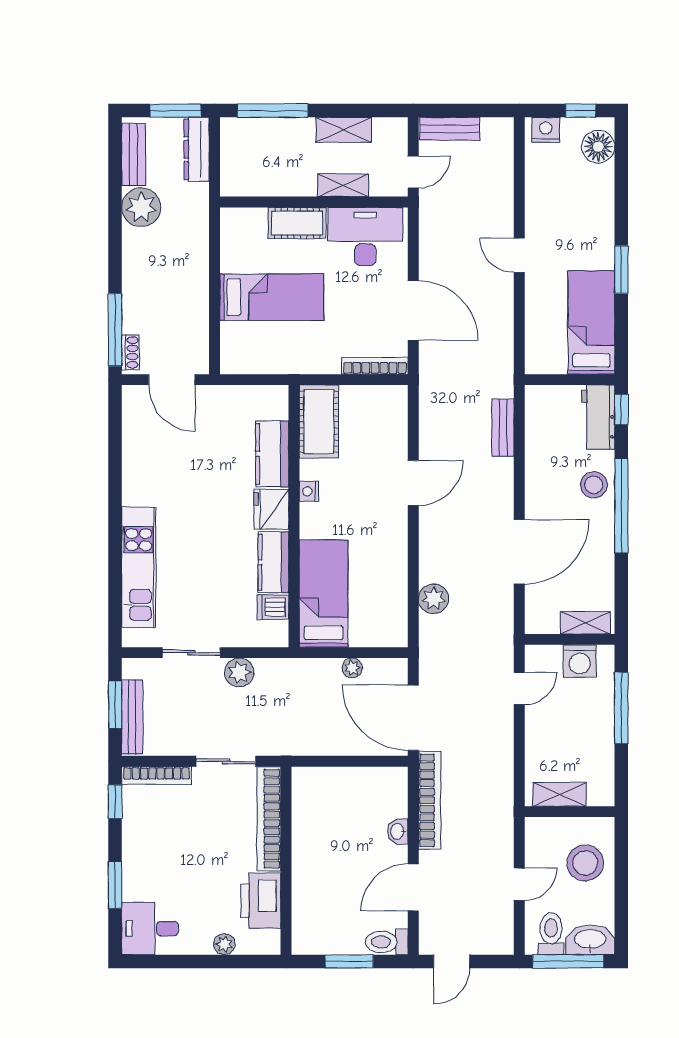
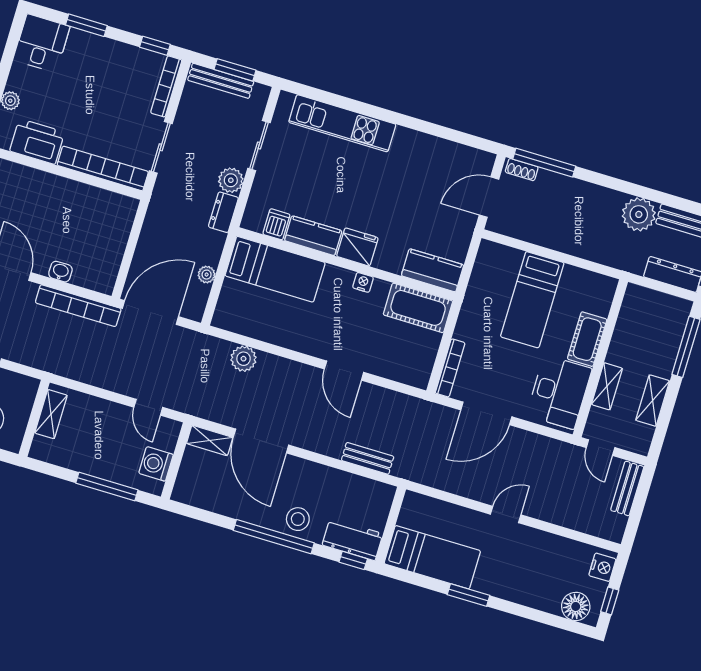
kitchen counter: (272, 454) -> (433, 270), moved
shelving: (585, 623) -> (210, 440), moved, turned 90
dresser: (277, 670) -> (223, 212), added

